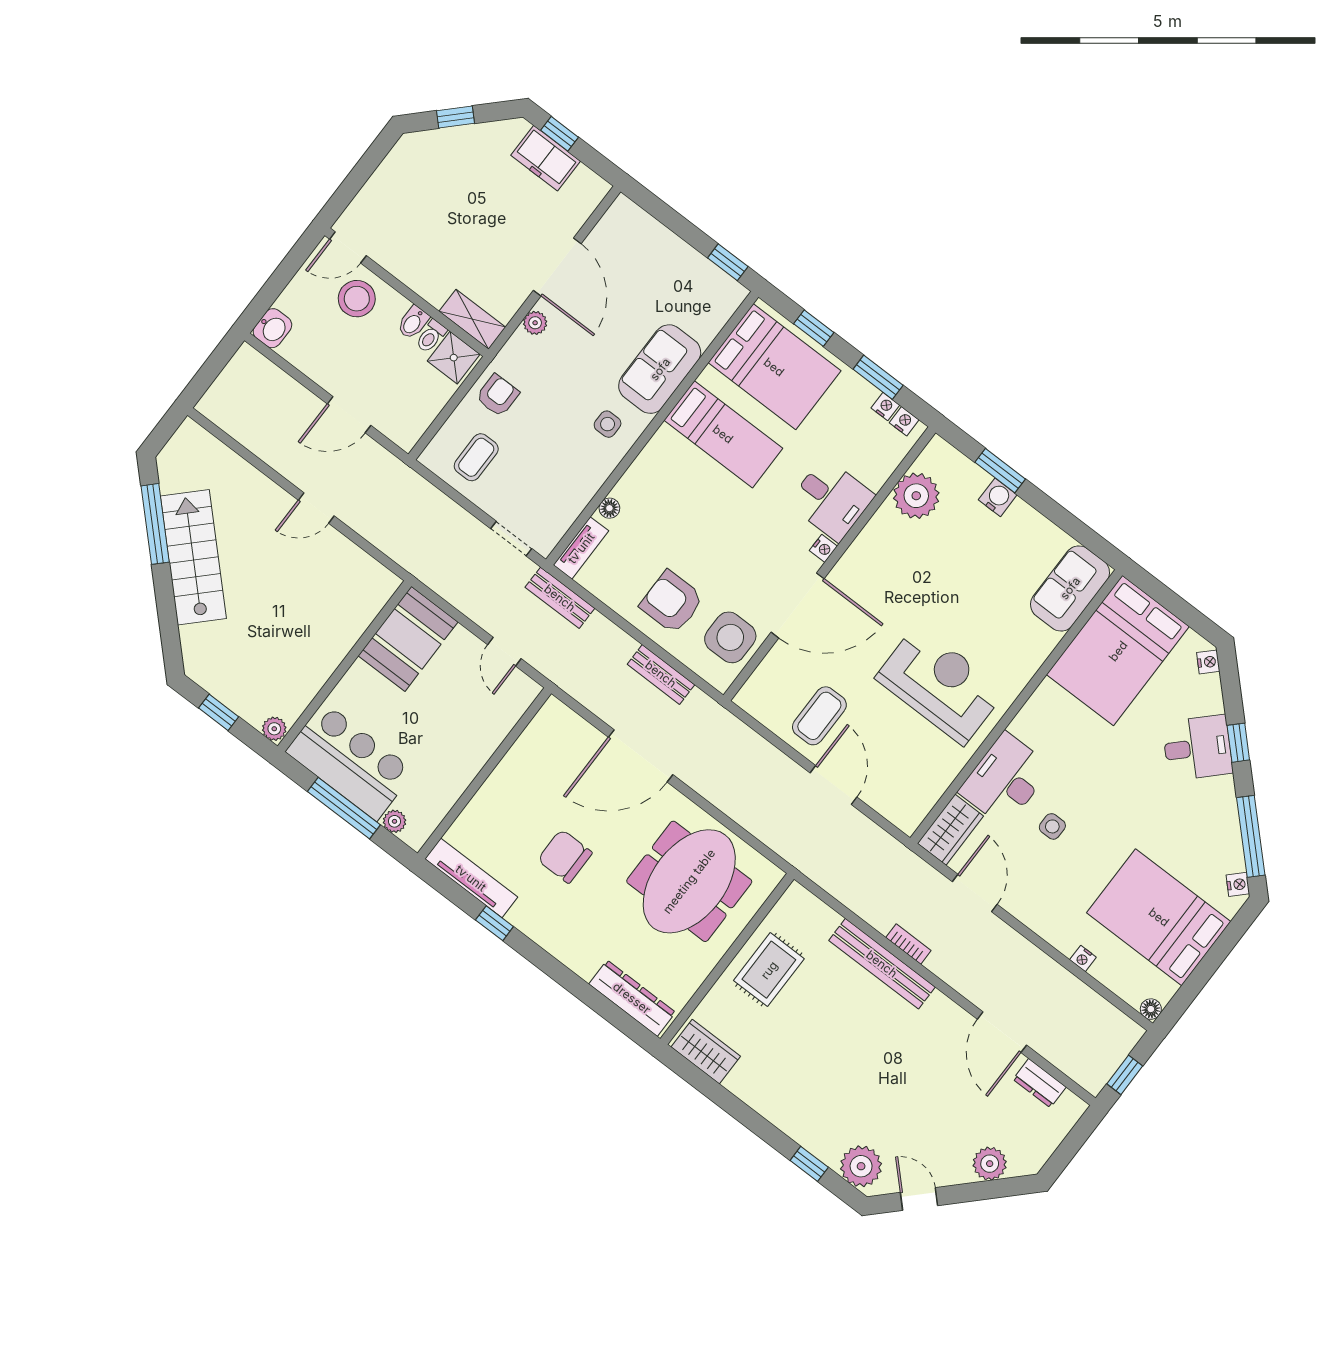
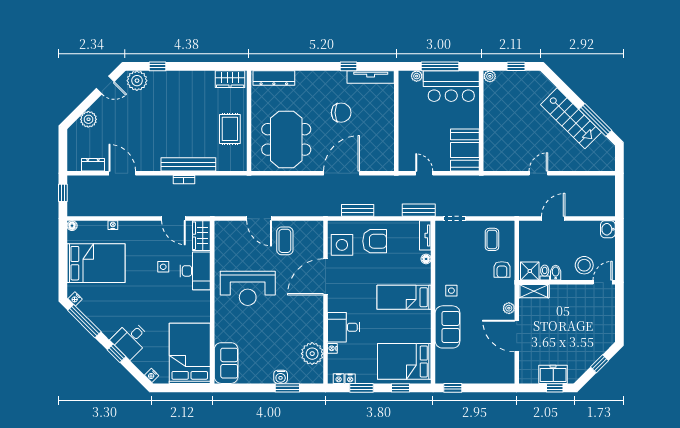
bed: (723, 434) -> (404, 297), moved
nightstand: (823, 548) -> (332, 348), moved

